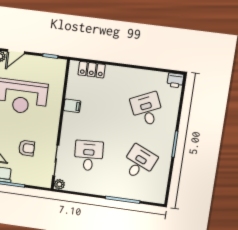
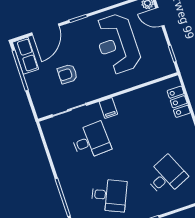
filing cabinet: (72, 106) -> (108, 108), moved
armchair: (27, 148) -> (67, 74), turned 90
plant: (59, 184) -> (47, 126), removed

